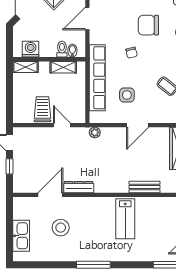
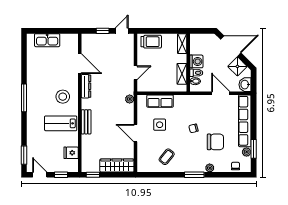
chair: (148, 25) -> (215, 142), turned 90
washing machine: (31, 49) -> (196, 61), moved
row of seats: (97, 78) -> (160, 101), width x0.50
trolley: (42, 109) -> (151, 42), moved
bench: (145, 187) -> (86, 122), moved
fridge: (162, 206) -> (71, 153), added
stool: (61, 228) -> (63, 97), moved

